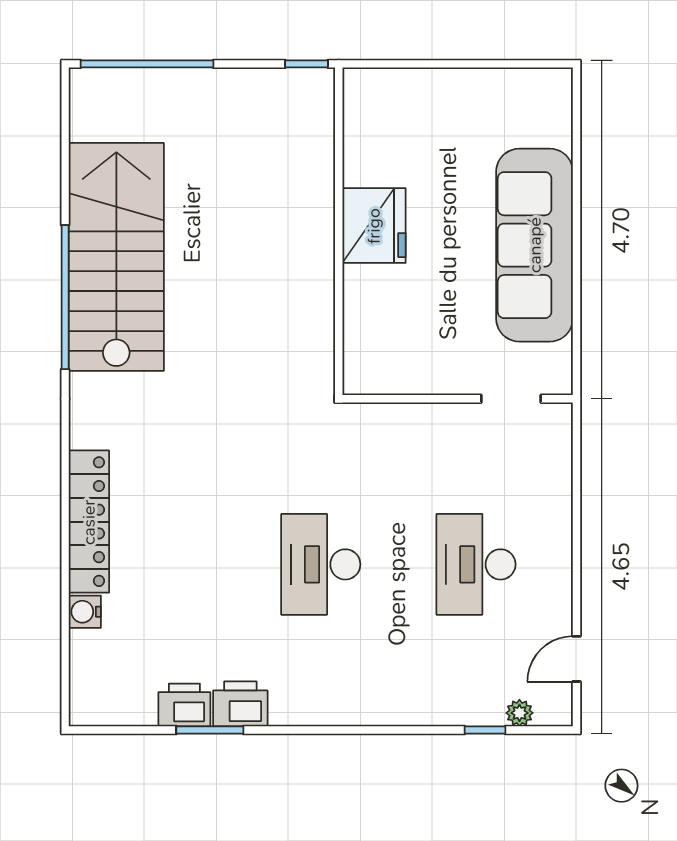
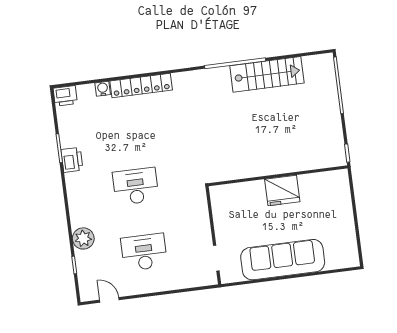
stairs: (116, 257) -> (267, 74), width x0.73, depth x0.66
printer: (184, 705) -> (65, 96), moved, turned 90
plant: (519, 713) -> (83, 238), moved, width x1.87, depth x1.87

